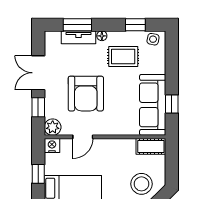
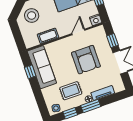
window: (77, 25) -> (91, 106), moved
armchair: (86, 94) -> (86, 60), turned 180
plant: (53, 127) -> (99, 31), removed
cot: (151, 146) -> (48, 36), moved

